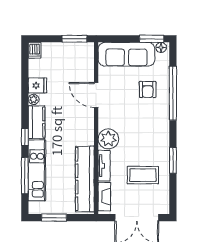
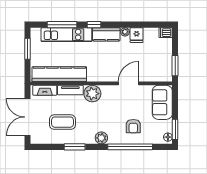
sofa: (126, 54) -> (162, 102), width x0.73
armchair: (148, 89) -> (133, 126), turned -90
plant: (162, 128) -> (101, 138), added
coffee table: (143, 175) -> (62, 122), turned 90

